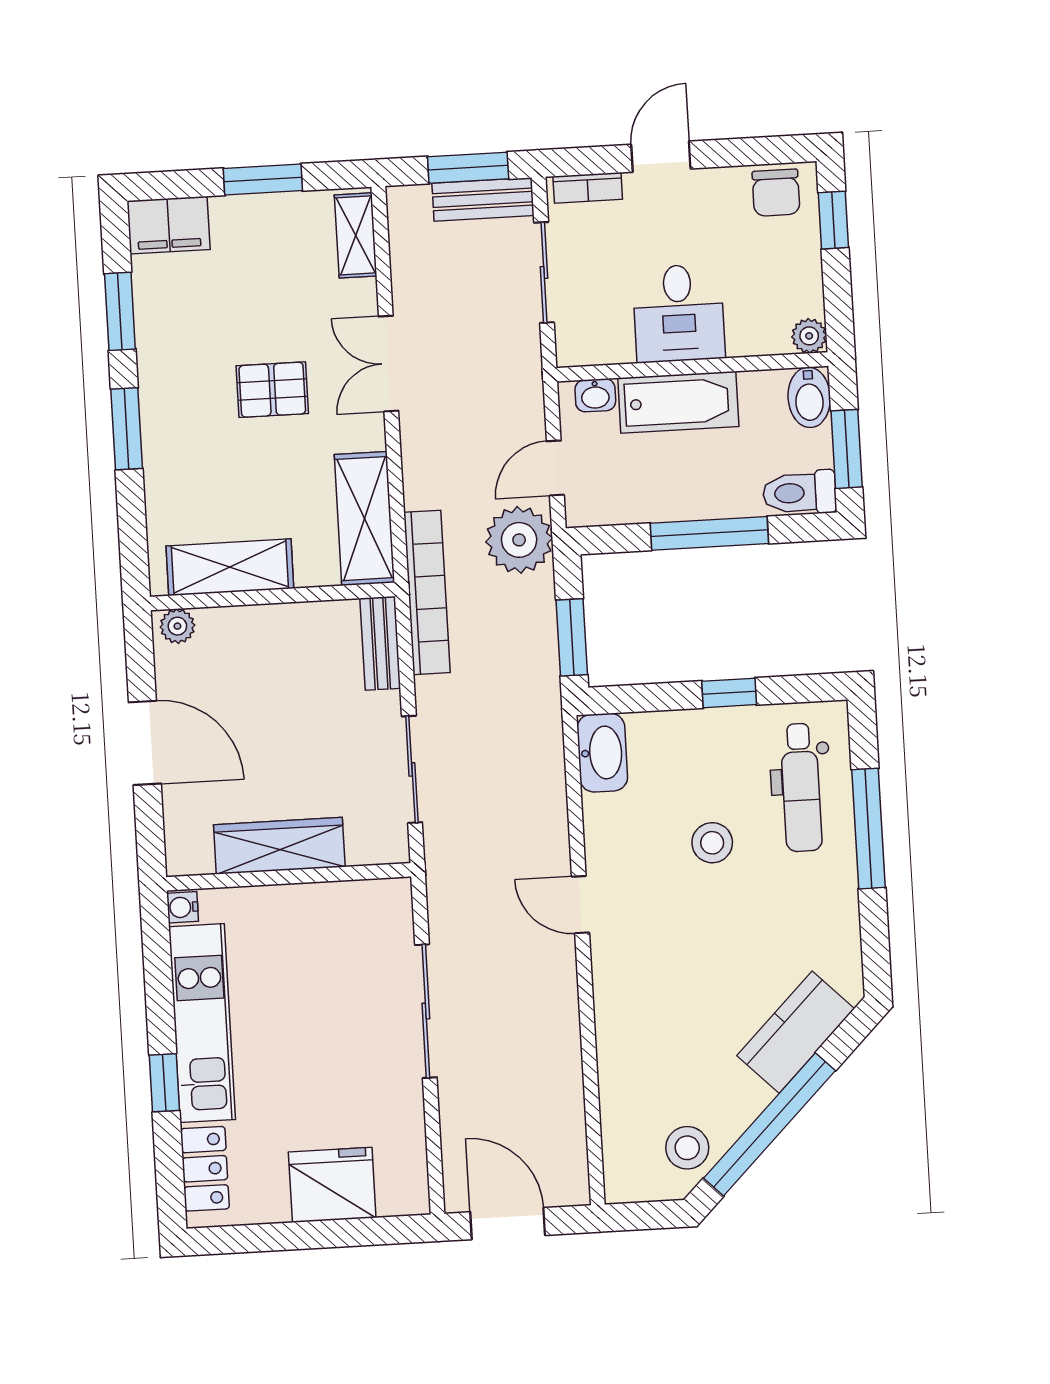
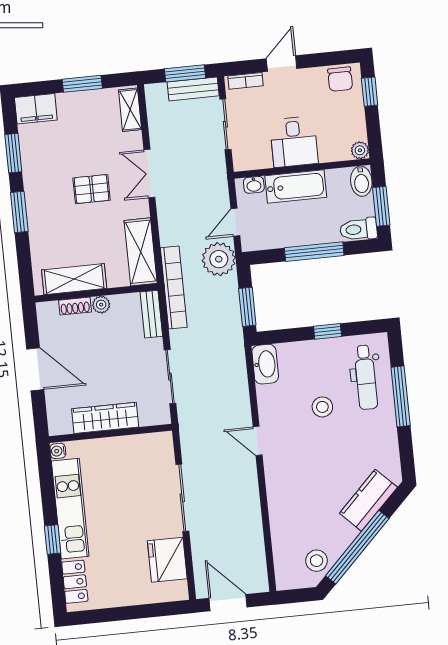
shoe rack: (229, 621) -> (75, 306), added
plant: (177, 626) -> (101, 305), moved
fridge: (332, 1185) -> (167, 560), moved, turned -90

